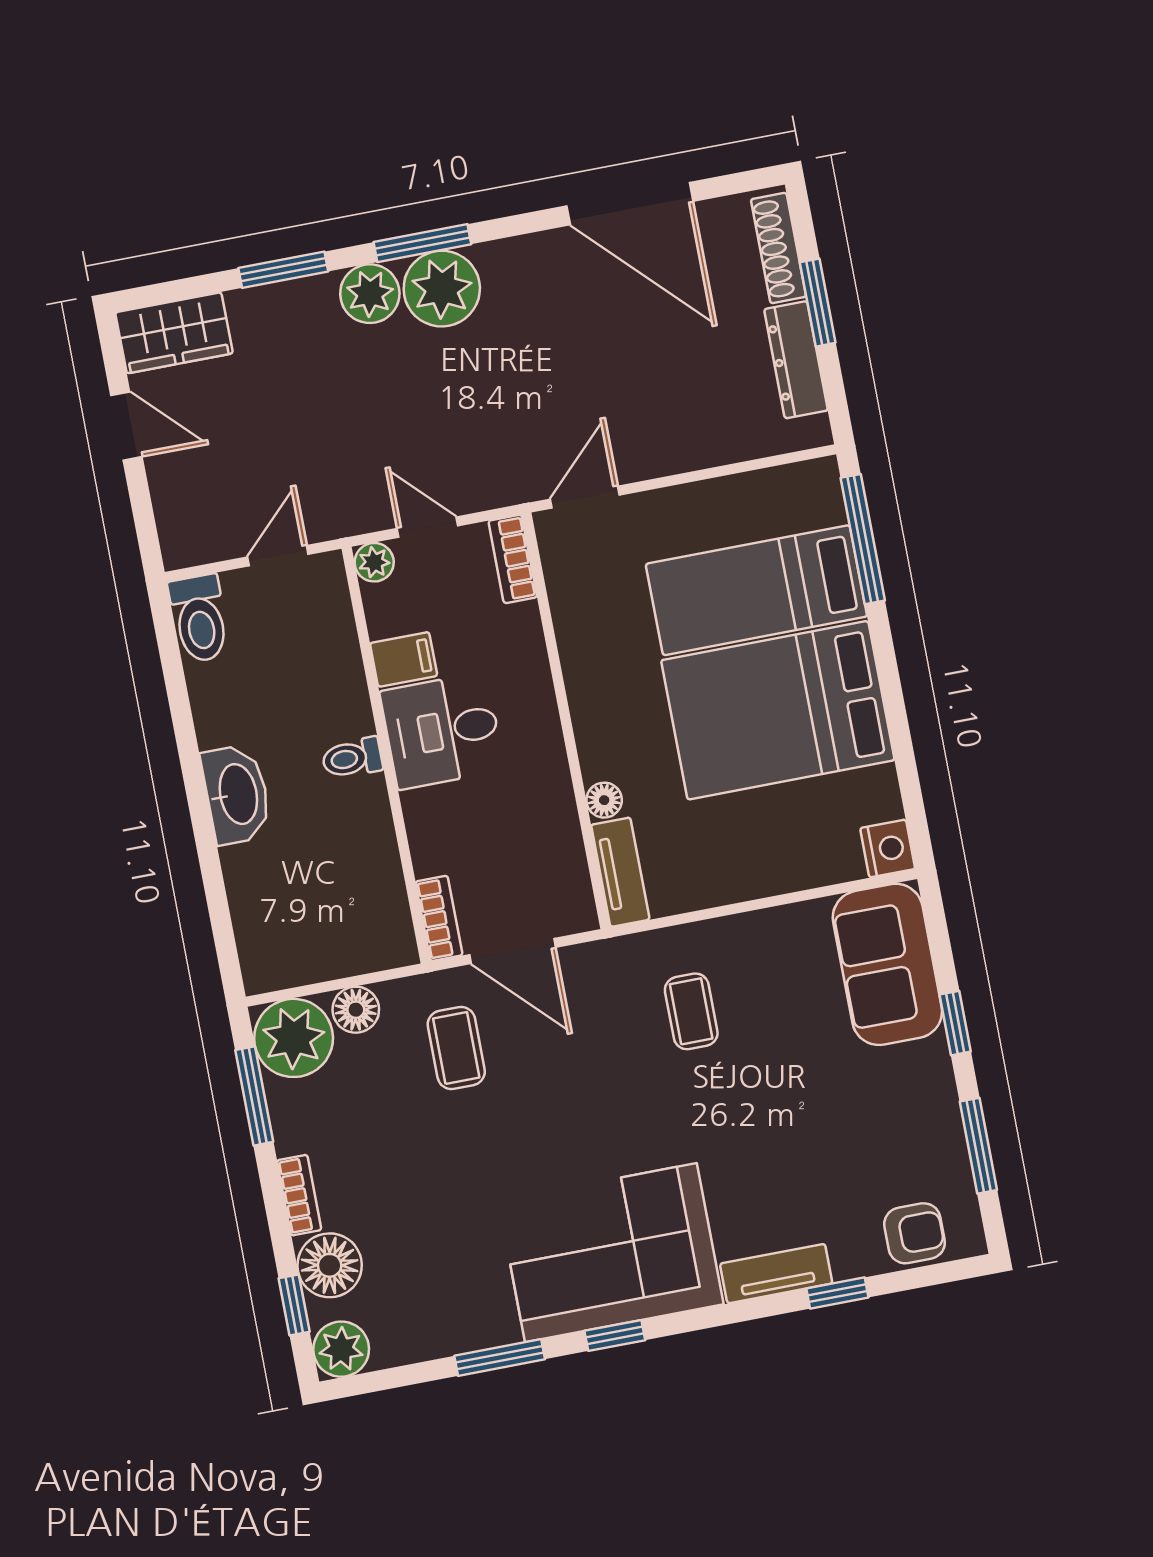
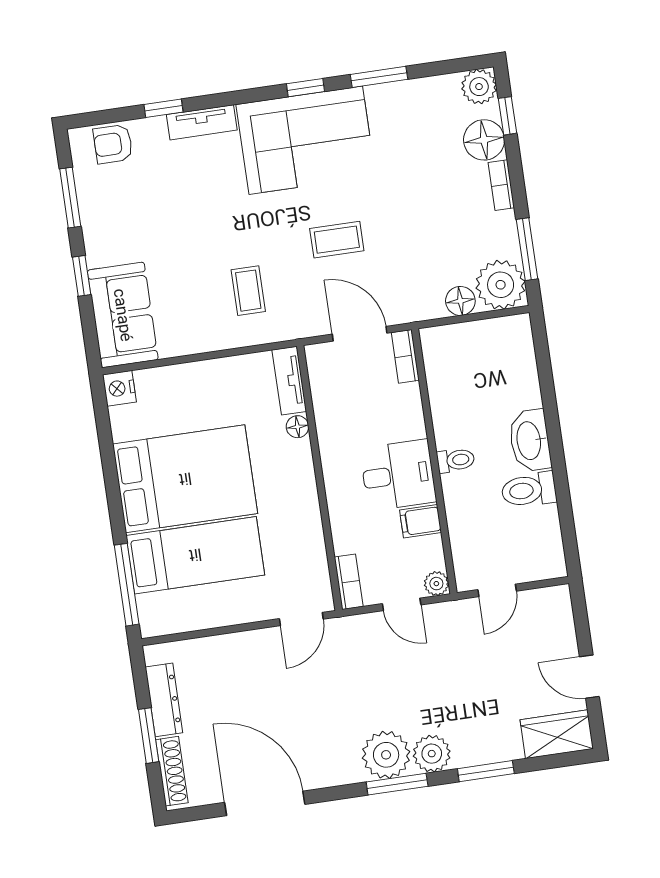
toilet: (199, 618) -> (529, 490), moved, turned -90
coffee table: (456, 1048) -> (337, 240), moved, turned 90

